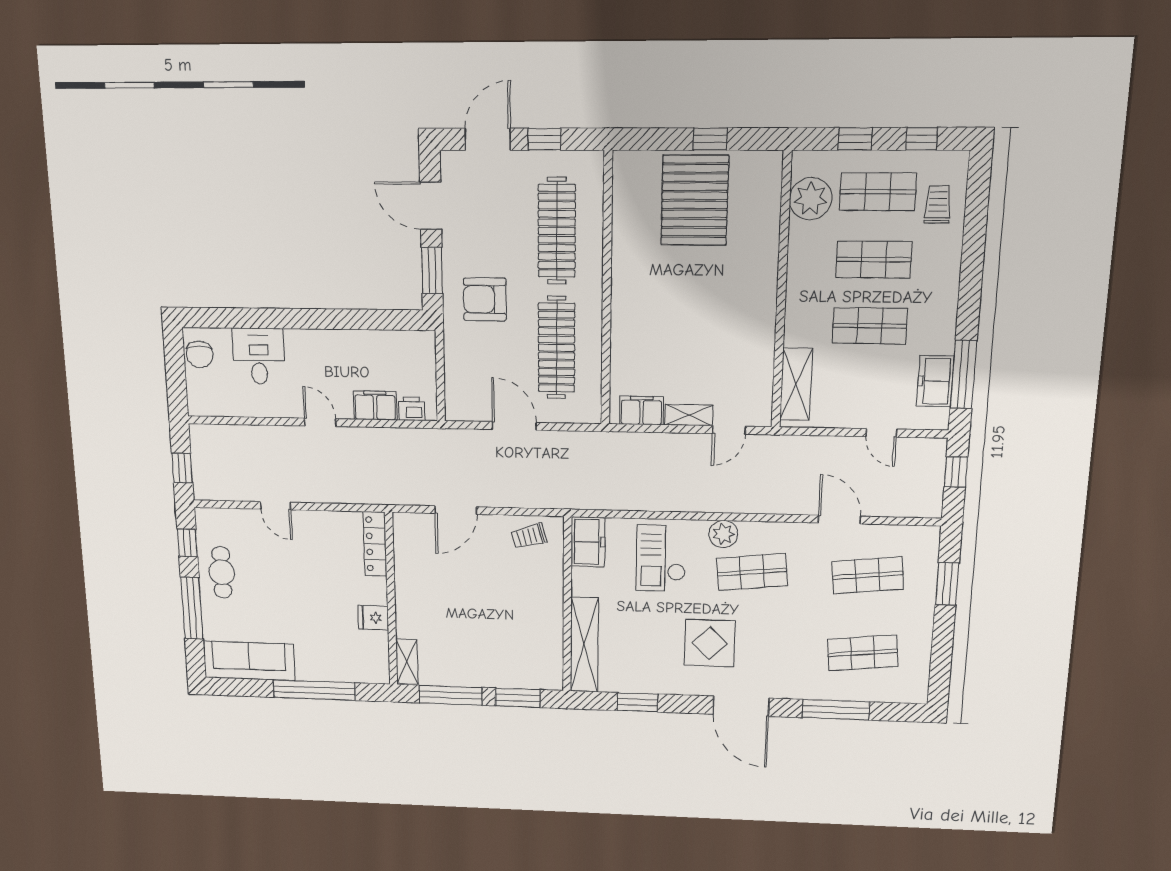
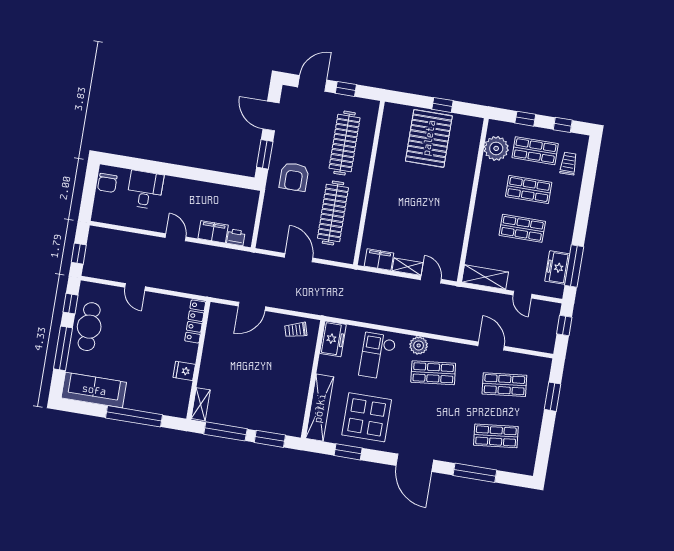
armchair: (485, 299) -> (294, 177), turned -90
shelving: (796, 384) -> (485, 277), moved, turned 90
door: (729, 430) -> (431, 280), swing flipped
cafe table: (222, 572) -> (89, 327), width x1.37, depth x1.35
display table: (710, 643) -> (367, 417), moved, width x1.36, depth x1.36

